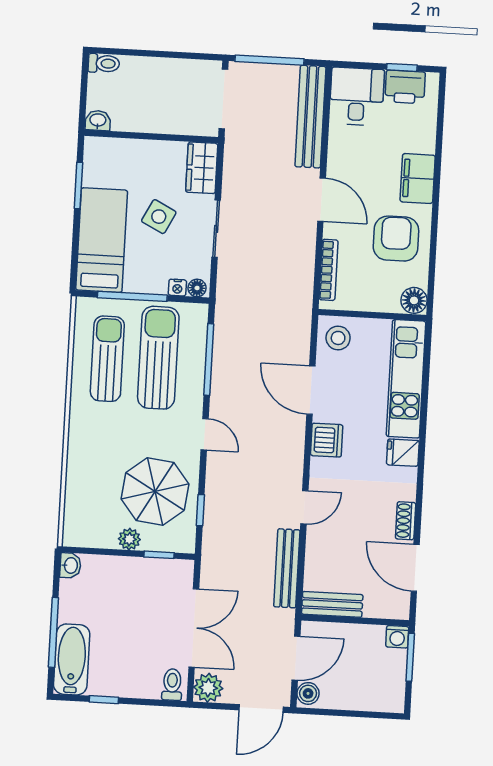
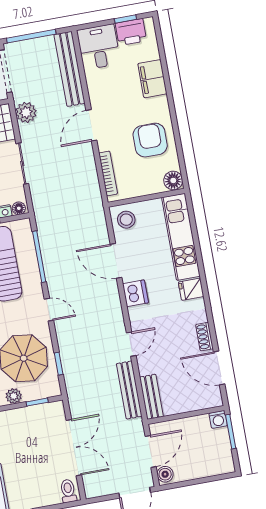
filing cabinet: (418, 179) -> (152, 79), moved
door: (322, 200) -> (91, 125), swing flipped
bench: (332, 604) -> (151, 397), moved, turned 90
plant: (208, 688) -> (26, 112), moved

